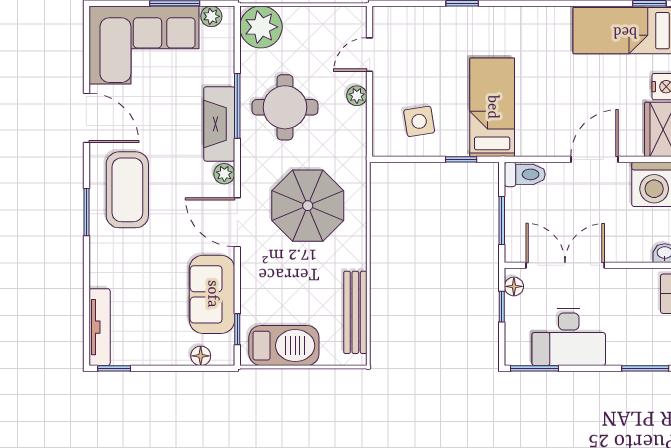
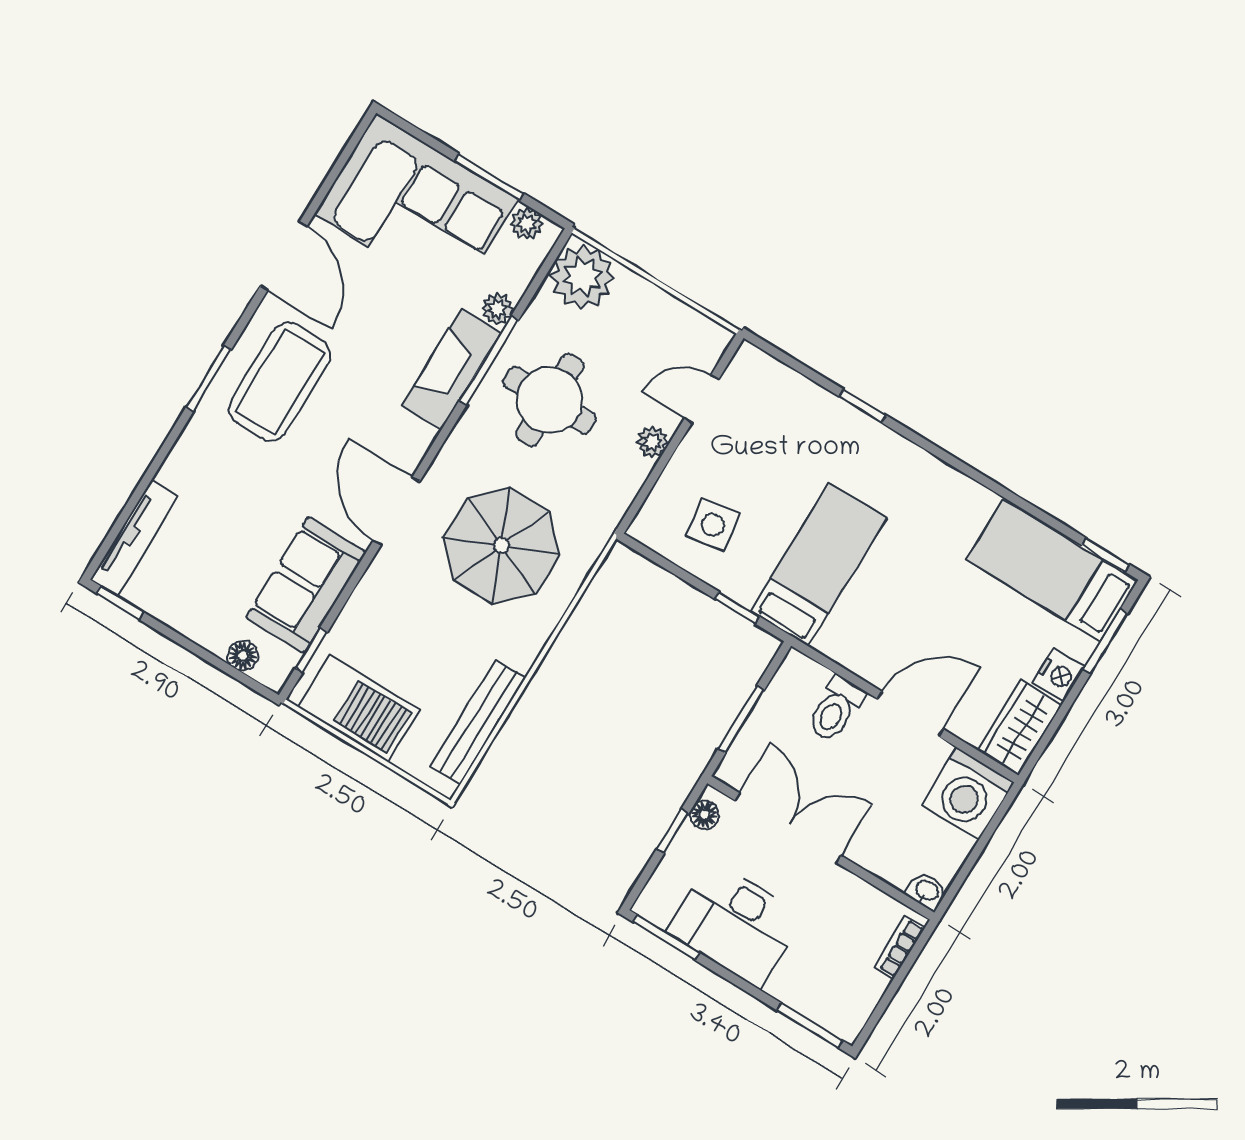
plant: (224, 174) -> (497, 309), moved
toilet: (525, 174) -> (836, 709), moved, turned 90

